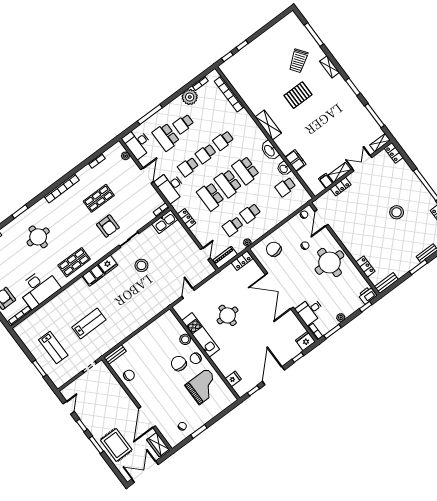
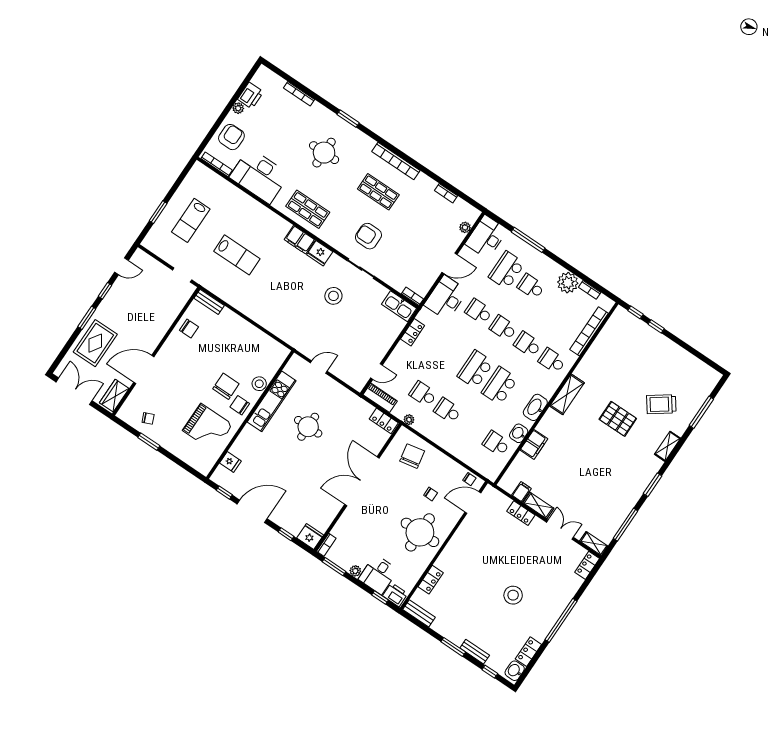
school desk: (210, 197) -> (552, 361), moved, width x0.54
shop shelf: (99, 198) -> (378, 192), moved
armchair: (108, 226) -> (368, 236), turned 90
desk: (310, 311) -> (378, 574), moved, turned -90

